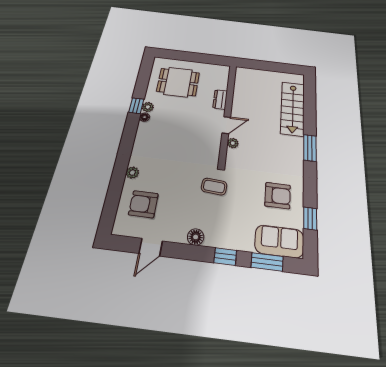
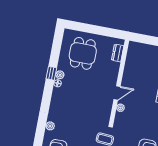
dining table: (178, 82) -> (83, 53), turned 90
dresser: (220, 99) -> (118, 53), moved

